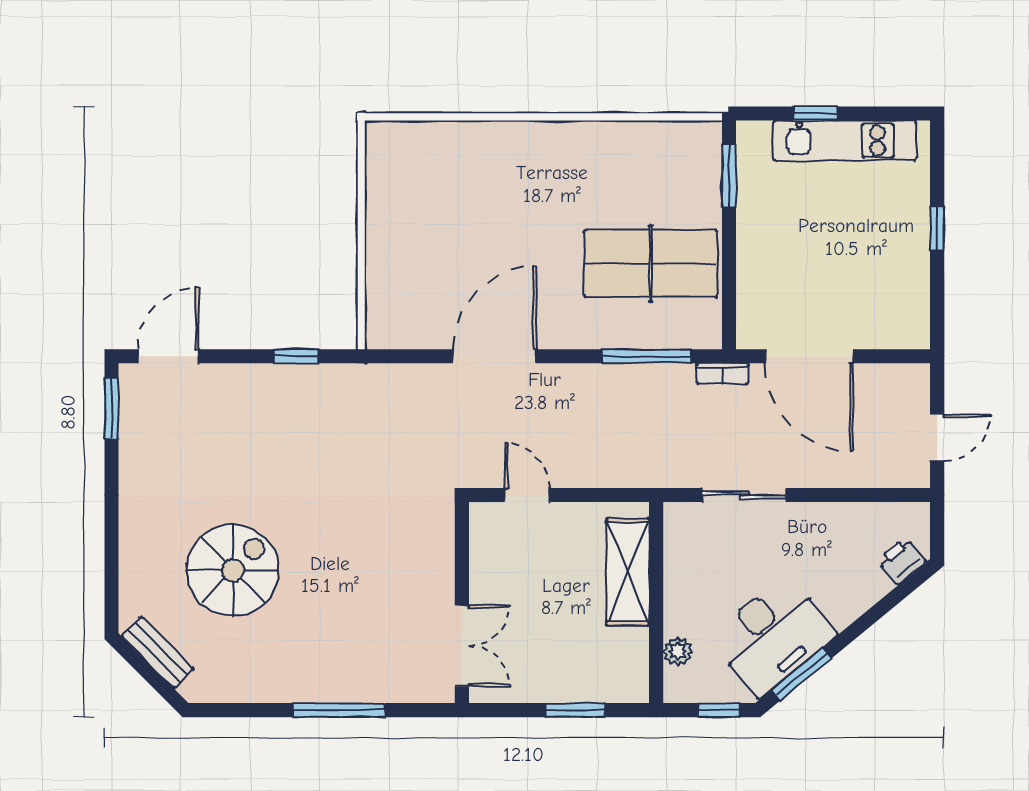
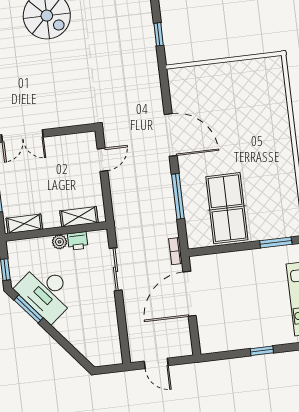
window: (647, 356) -> (178, 196), moved
printer: (902, 561) -> (78, 241), moved, turned 129
shelving: (628, 572) -> (79, 217), width x0.67, depth x0.75
plant: (677, 651) -> (59, 242), moved
shelving: (634, 662) -> (24, 224), added

